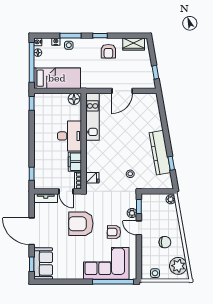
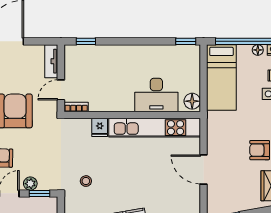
kitchen unit: (93, 117) -> (155, 128), width x1.36
desk: (70, 136) -> (156, 95), moved
filing cabinet: (75, 162) -> (103, 103), removed
fridge: (92, 178) -> (100, 127), moved

